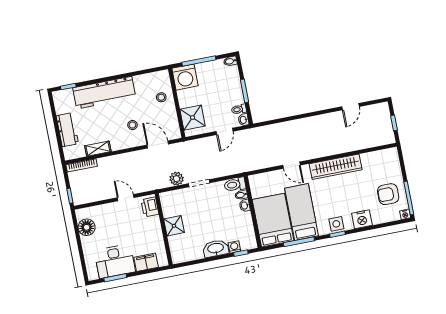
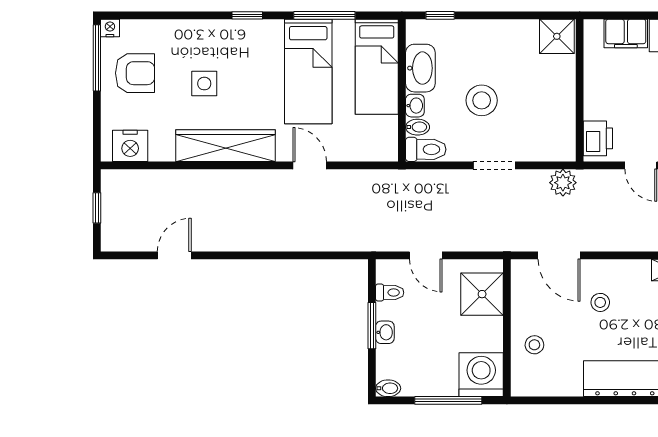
washbasin: (244, 120) -> (385, 332), moved
door: (224, 131) -> (426, 255), swing flipped
plant: (177, 179) -> (563, 183), moved
stool: (212, 215) -> (482, 100), added
nightstand: (362, 219) -> (130, 146), moved, turned 180
bed: (273, 220) -> (377, 67), width x0.67
side table: (336, 224) -> (204, 84), moved
shower: (174, 226) -> (557, 36), moved
washing machine: (234, 247) -> (450, 30), removed
washbasin: (216, 249) -> (420, 68), moved, turned -90

